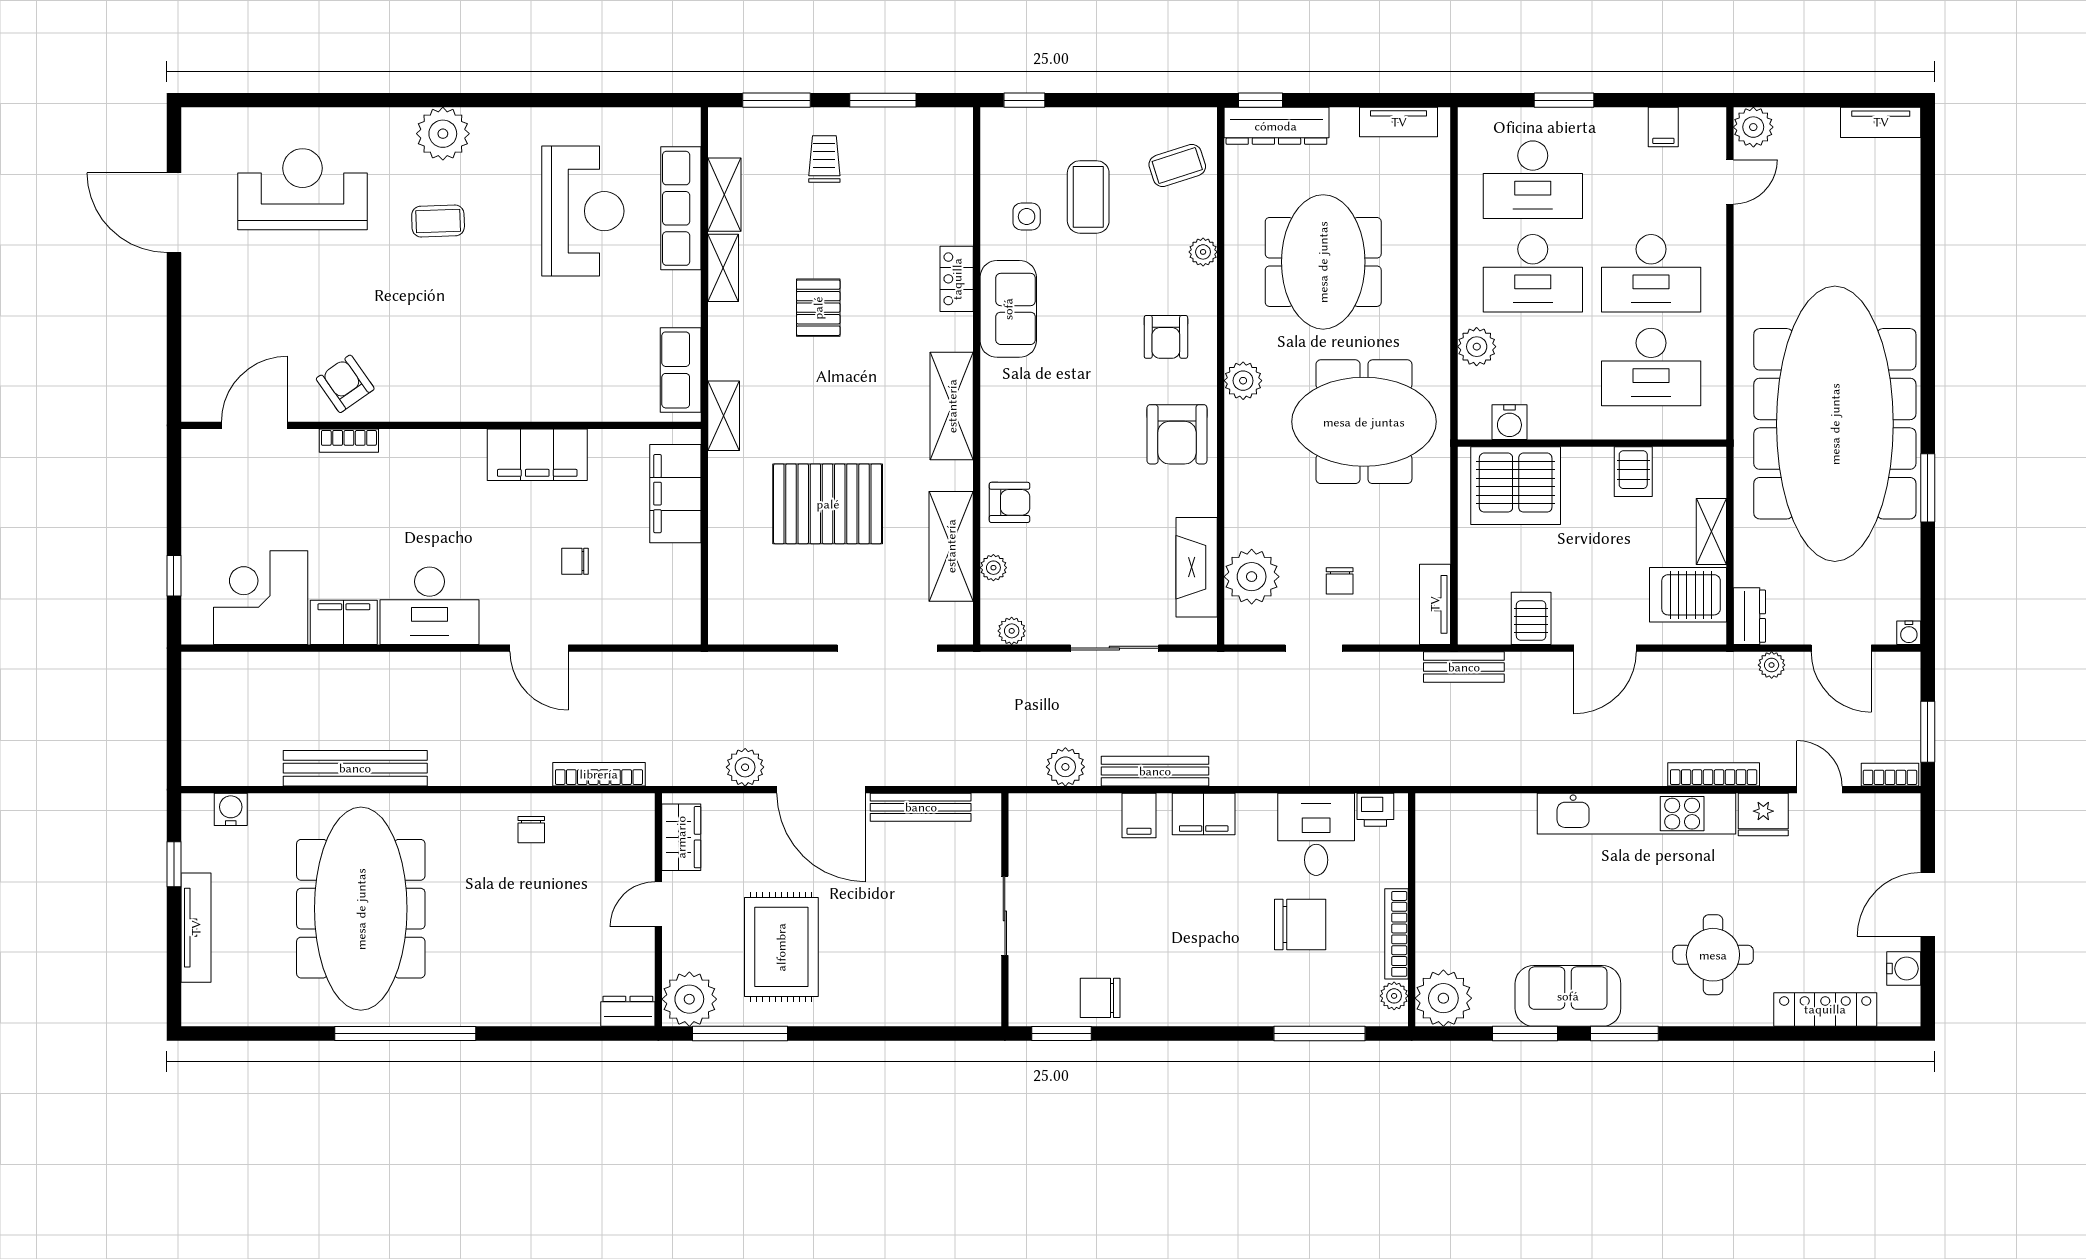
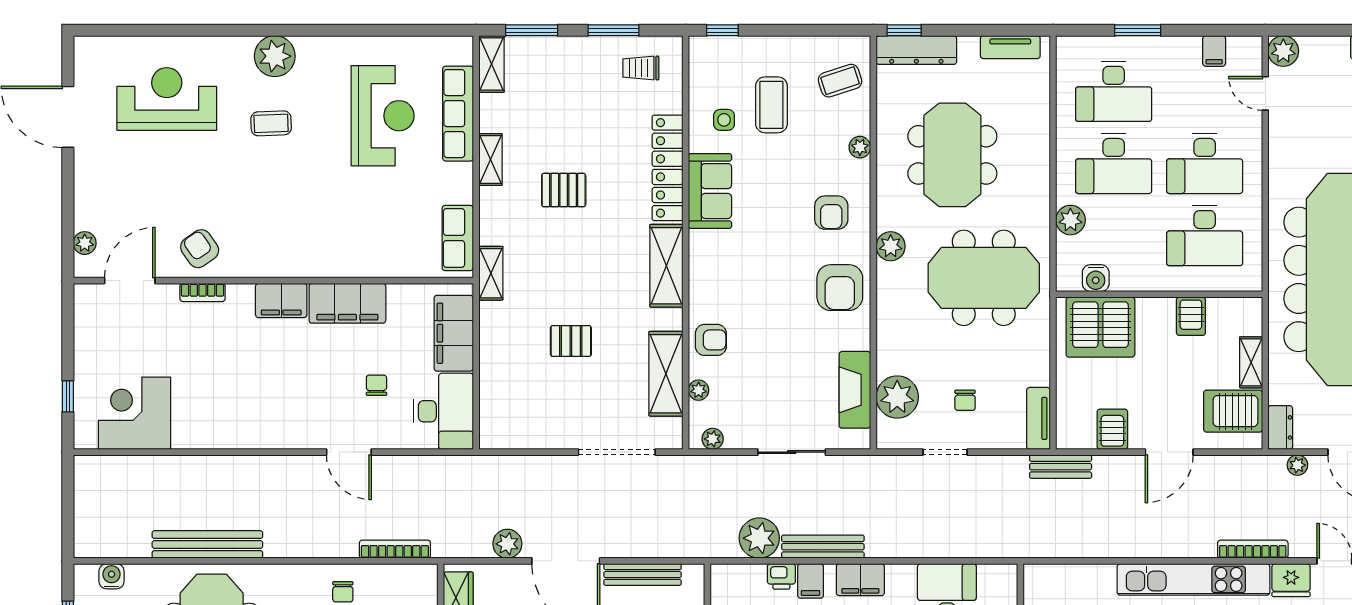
trolley: (824, 159) -> (641, 68), moved, turned -90
door: (1730, 182) -> (1265, 93), swing flipped
shelving: (724, 195) -> (492, 64), moved
locker: (957, 279) -> (668, 168), width x2.16, depth x1.21
pallet: (818, 308) -> (564, 190), turned 90
plant: (196, 376) -> (85, 243), added
pallet: (828, 504) -> (571, 341), width x0.49, depth x0.50
chair: (575, 561) -> (376, 385), turned 90
desk: (429, 606) -> (443, 411), moved, turned -90
filing cabinet: (344, 622) -> (281, 301), moved, turned 180
plant: (1065, 767) -> (759, 538), width x1.36, depth x1.36
printer: (1375, 810) -> (781, 576), moved

